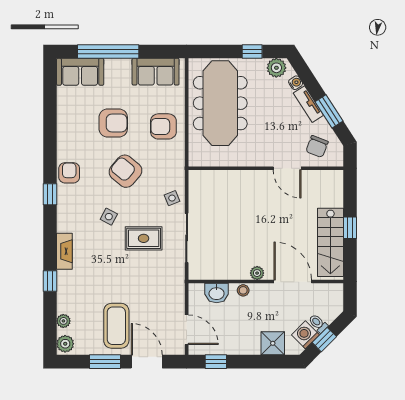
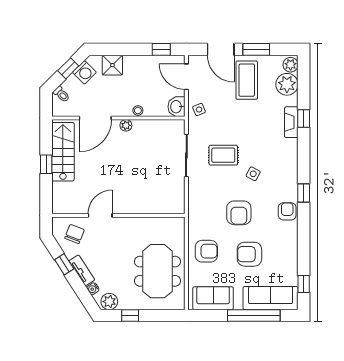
sofa: (80, 72) -> (271, 298), width x1.36
window: (50, 88) -> (304, 284), added
meeting table: (220, 103) -> (158, 271), width x0.73
window: (329, 111) -> (64, 264), width x0.67
door: (287, 168) -> (100, 215), hinge flipped
armchair: (126, 171) -> (239, 213), turned 50
armchair: (69, 173) -> (287, 211), turned 180
side table: (172, 198) -> (199, 110), moved
fireplace: (64, 251) -> (291, 122), moved
door: (293, 282) -> (95, 118), hinge flipped
washbasin: (217, 293) -> (177, 107), moved, turned -90
plant: (63, 321) -> (287, 84), width x1.87, depth x1.87
toilet: (318, 323) -> (62, 94), moved

